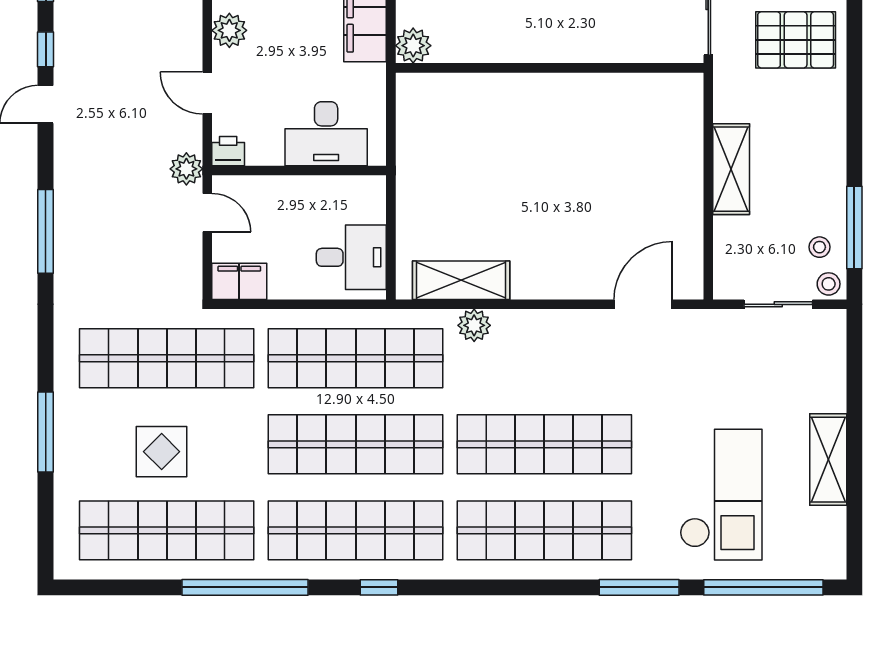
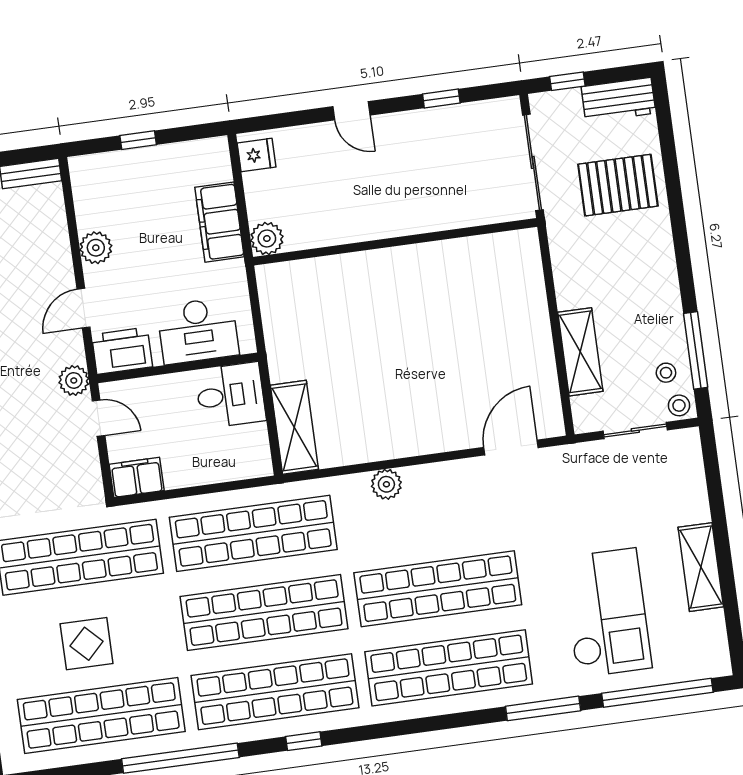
door: (207, 93) -> (83, 308), hinge flipped
printer: (228, 151) -> (122, 351), width x1.87, depth x1.48
shelving: (731, 169) -> (580, 352), moved
desk: (351, 257) -> (230, 395), moved
shelving: (461, 280) -> (294, 427), moved, turned 90
plant: (474, 325) -> (386, 484), moved

